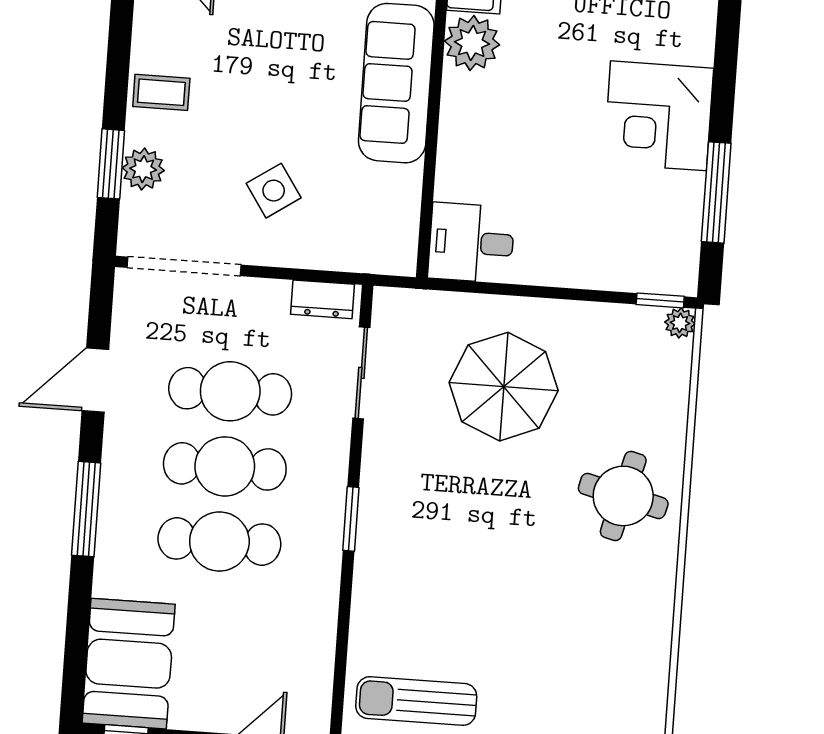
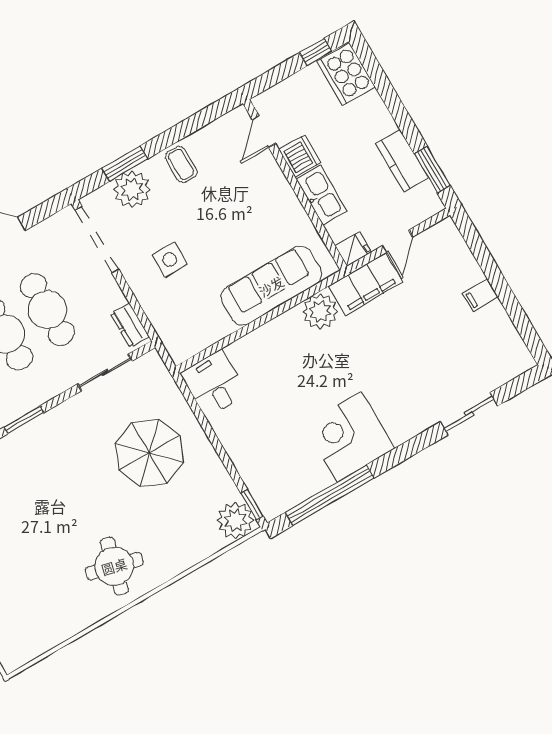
plant: (143, 169) -> (132, 189), width x1.36, depth x1.36
side table: (274, 191) -> (170, 260), turned 34
window: (716, 192) -> (330, 495), width x1.46
plant: (680, 323) -> (235, 520), width x1.88, depth x1.88
round table: (623, 496) -> (114, 566), moved

